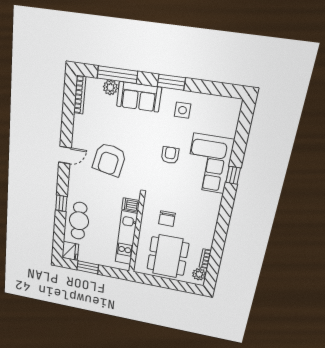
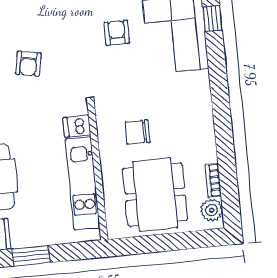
armchair: (109, 160) -> (28, 64), width x0.53, depth x0.53
window: (233, 175) -> (212, 18), moved
chair: (167, 219) -> (138, 132), turned 90

